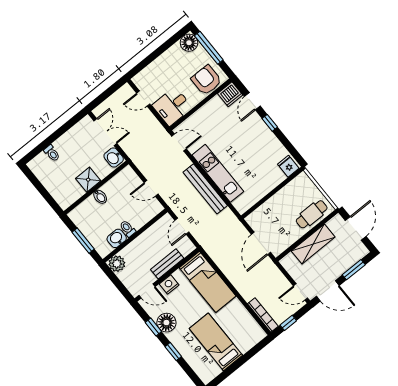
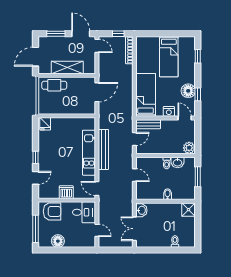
floor lamp: (189, 43) -> (58, 241), moved
armchair: (206, 80) -> (52, 211), turned -90
dishwasher: (230, 94) -> (66, 192), moved
shower: (88, 180) -> (189, 210), moved
bench: (167, 264) -> (148, 124), moved
window: (173, 352) -> (198, 56), moved

